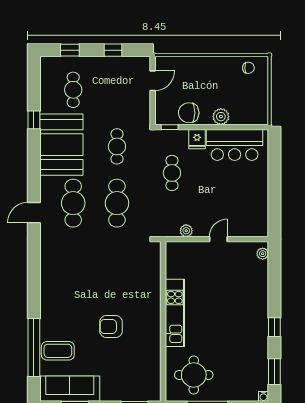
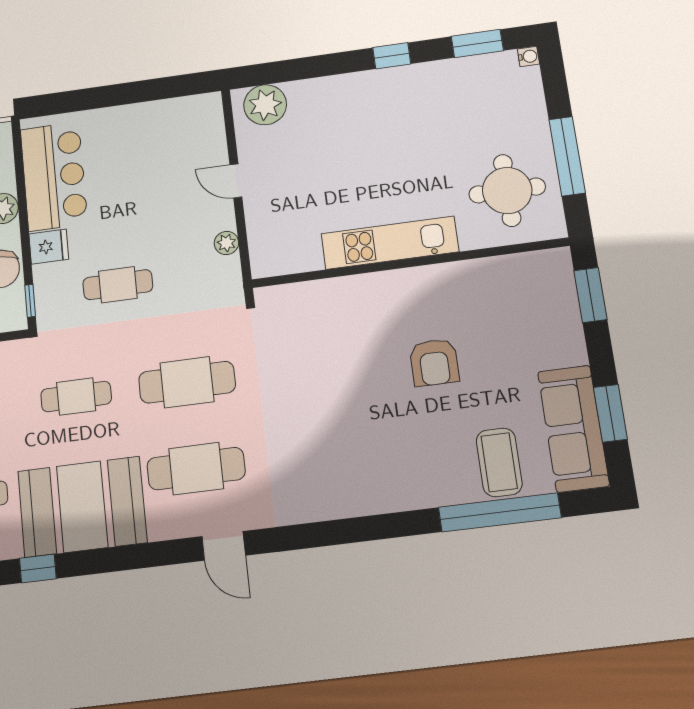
plant: (263, 254) -> (265, 105), width x1.87, depth x1.87

